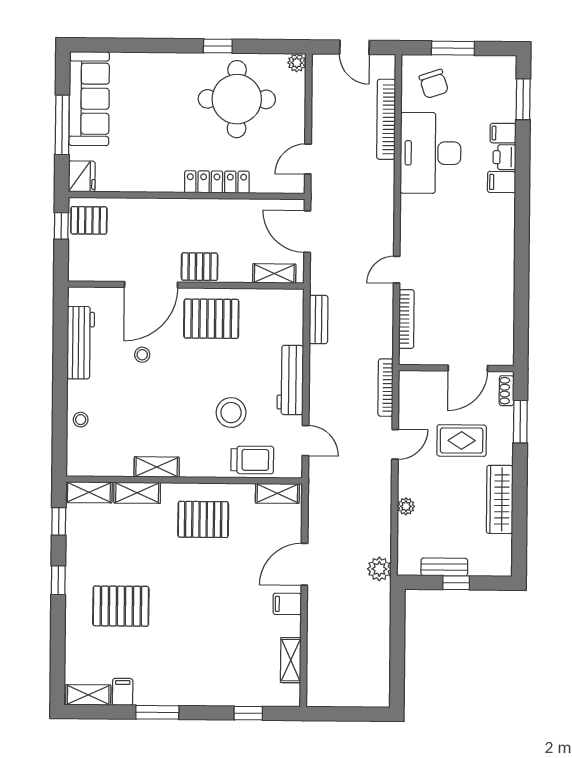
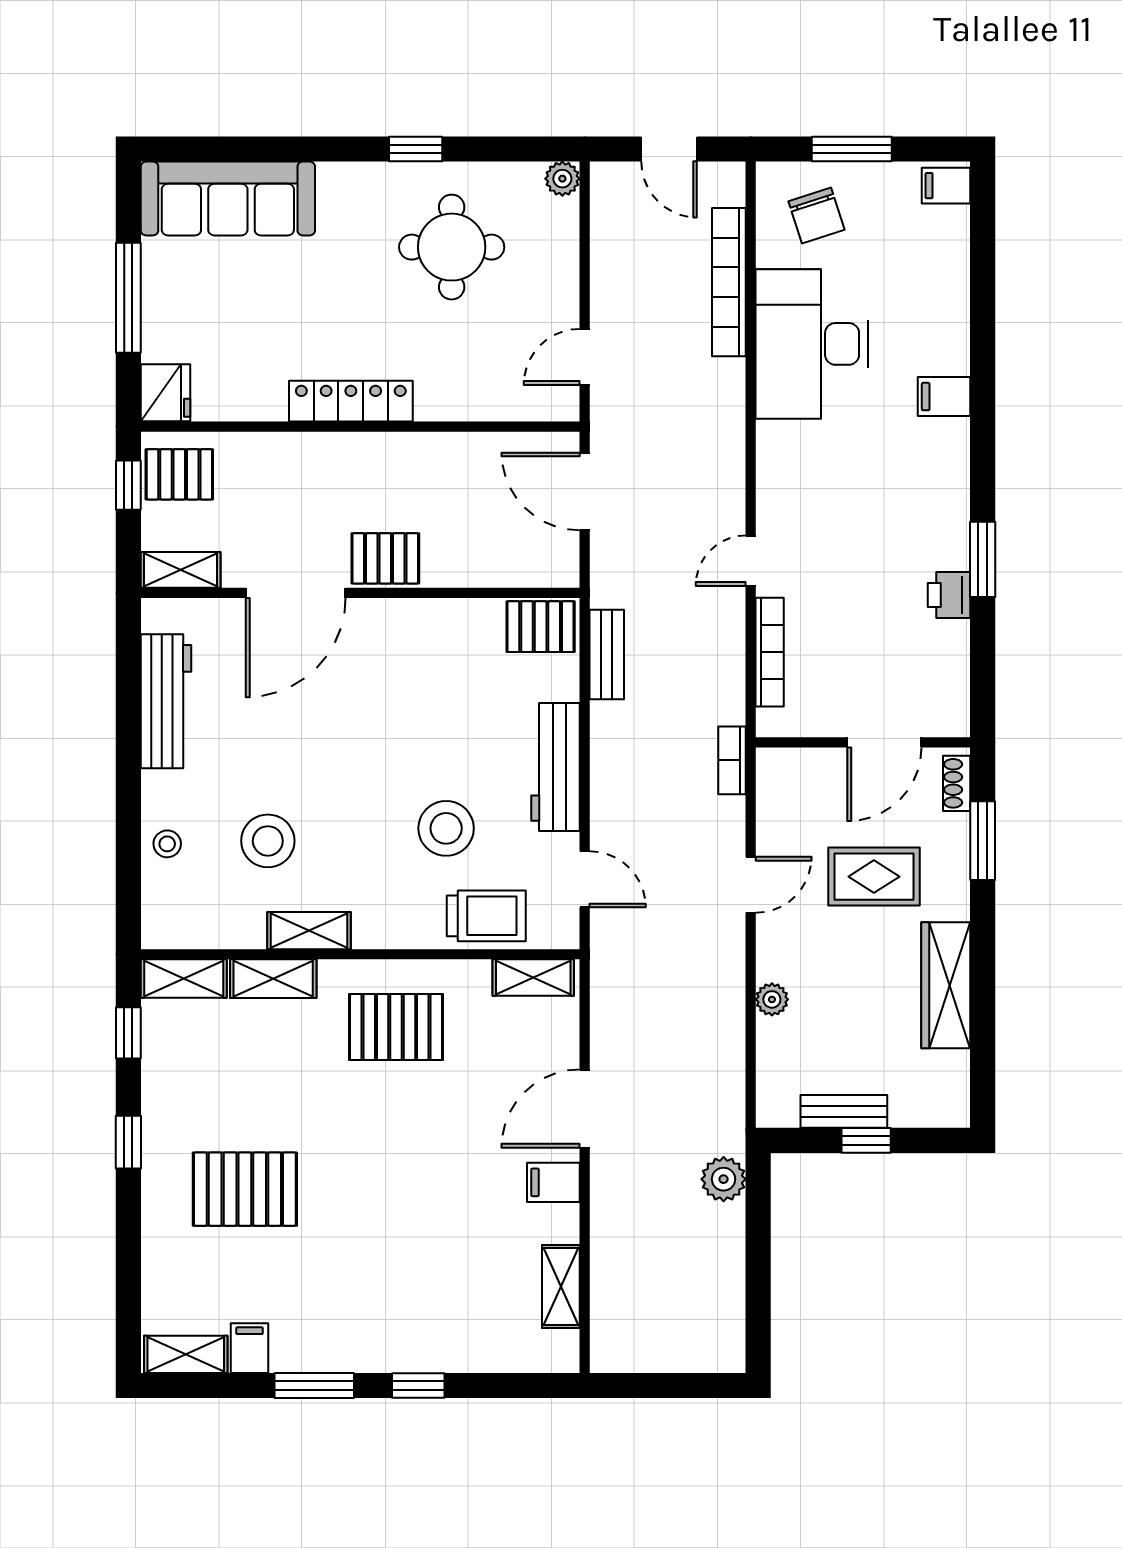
sofa: (89, 99) -> (228, 199), moved, turned 90
round table: (237, 99) -> (452, 247), width x0.73, depth x0.73
window: (523, 99) -> (983, 559), moved
filing cabinet: (503, 133) -> (946, 186), moved
printer: (505, 157) -> (949, 595), moved
locker: (217, 182) -> (351, 401), moved
shelving: (274, 274) -> (181, 570), moved
pallet: (211, 319) -> (541, 627), moved, width x0.67, depth x0.71
stool: (142, 355) -> (268, 841), moved, width x1.89, depth x1.89
bookcase: (386, 388) -> (732, 760), width x0.64
plant: (379, 569) -> (724, 1179), moved
window: (248, 713) -> (418, 1386), moved

